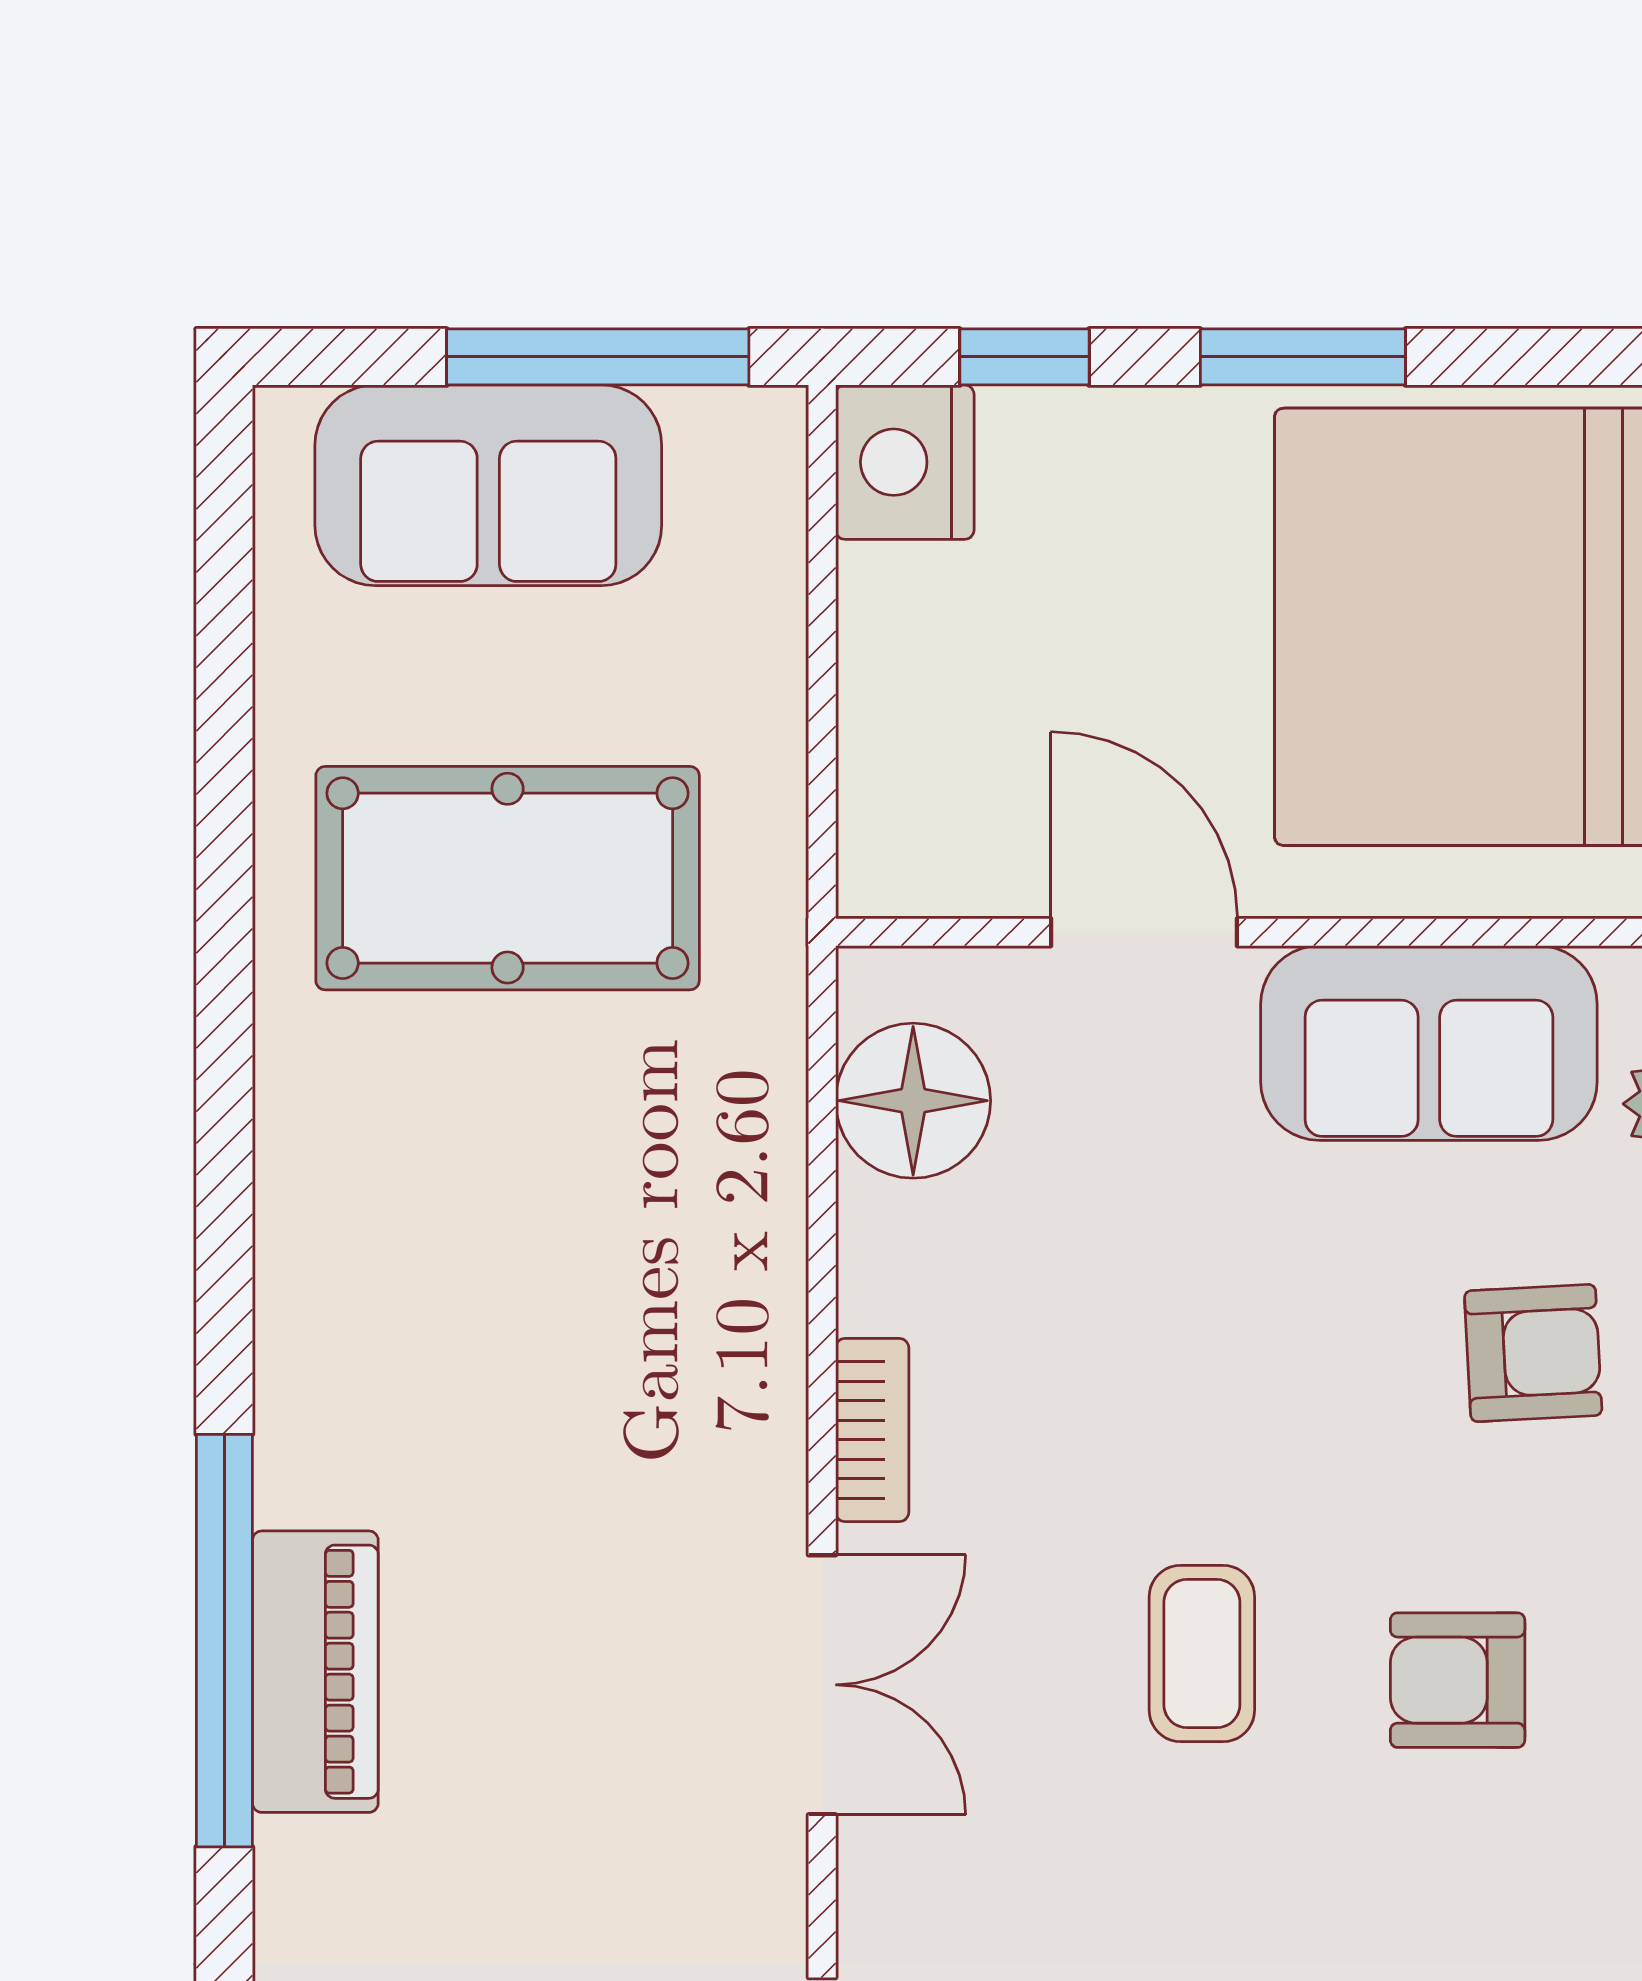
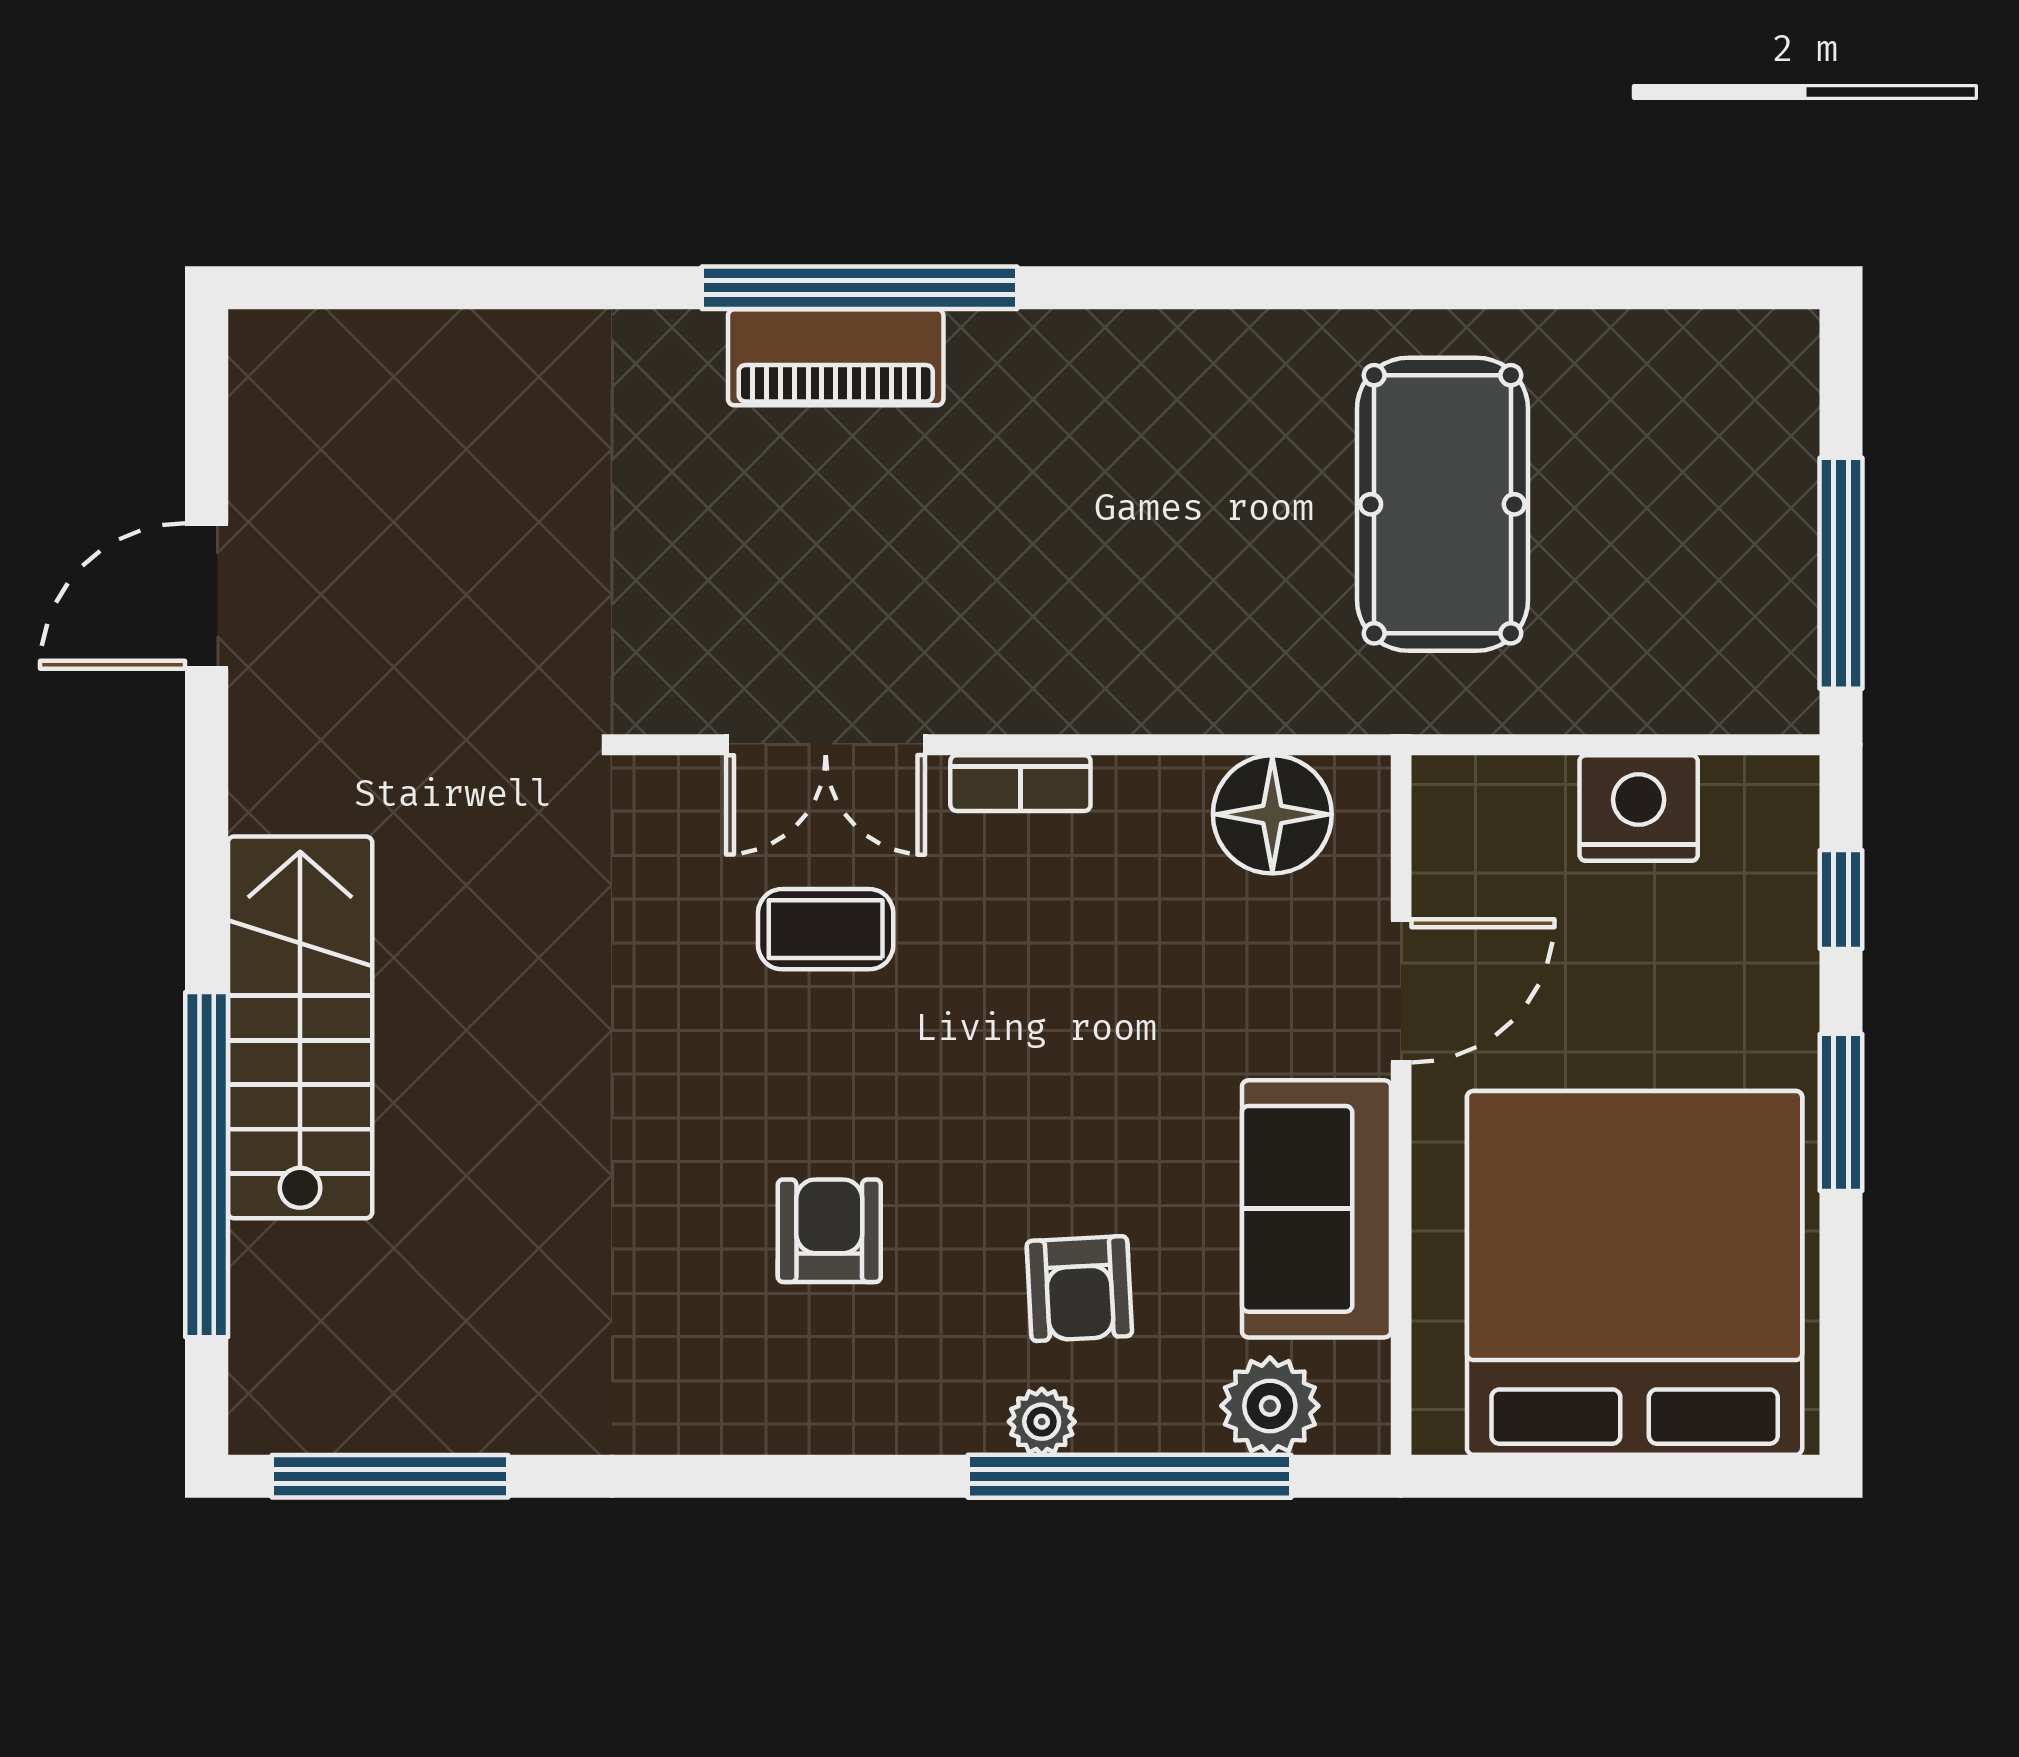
nightstand: (905, 462) -> (1639, 808), moved
sofa: (488, 485) -> (1743, 490), removed
coffee table: (1202, 1654) -> (826, 929), moved

